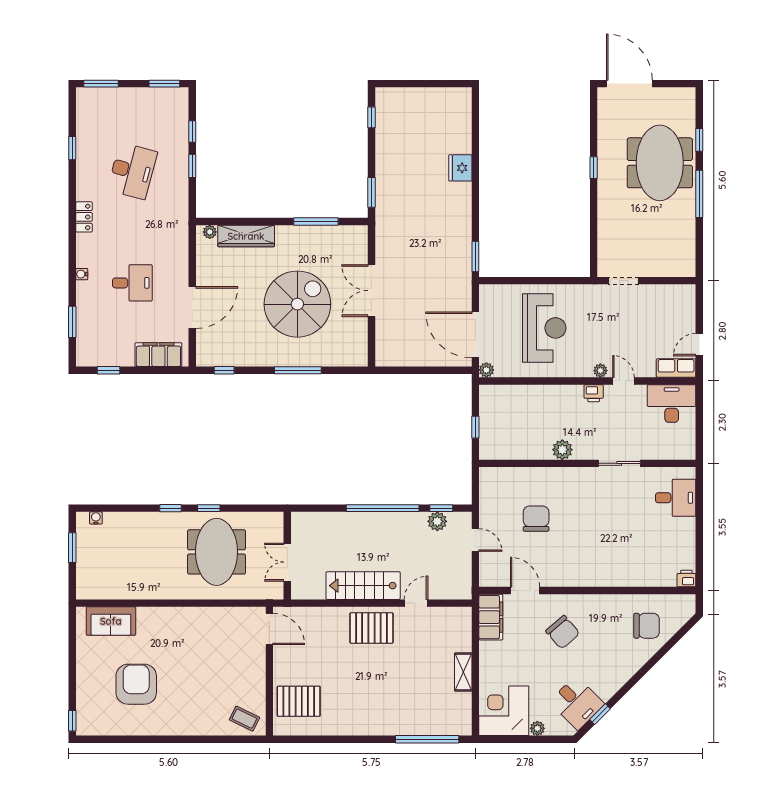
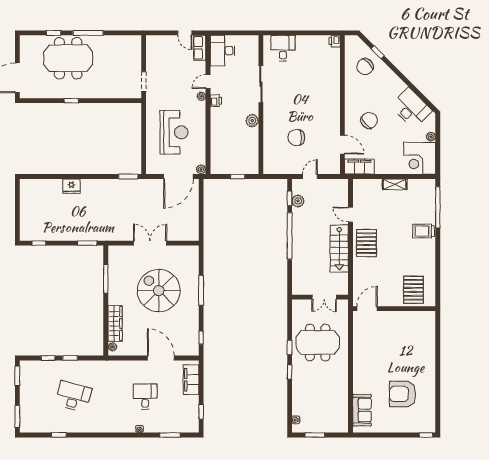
locker: (84, 217) -> (103, 427), removed
double door: (371, 291) -> (150, 243), swing flipped
reception desk: (544, 328) -> (174, 132), turned 90
sliding door: (619, 463) -> (261, 84), width x1.37
door: (525, 591) -> (342, 145), swing flipped
chair: (647, 626) -> (365, 67), turned -134
desk: (577, 703) -> (411, 108), width x1.37
window: (600, 714) -> (377, 52), moved
trolley: (390, 717) -> (424, 231), added
coffee table: (244, 719) -> (425, 325), removed

